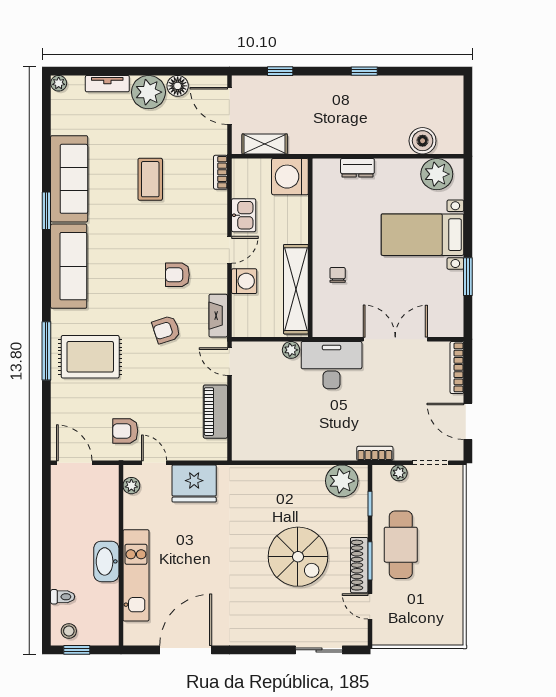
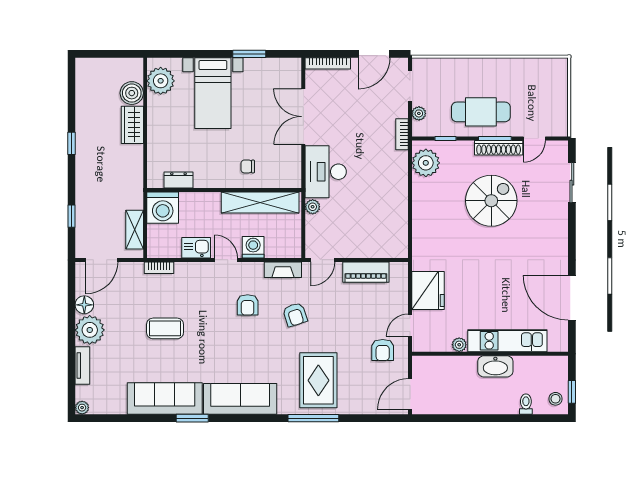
wardrobe: (386, 141) -> (132, 125), added
dresser: (357, 168) -> (178, 180), moved, turned -90
plant: (131, 486) -> (459, 345), moved

